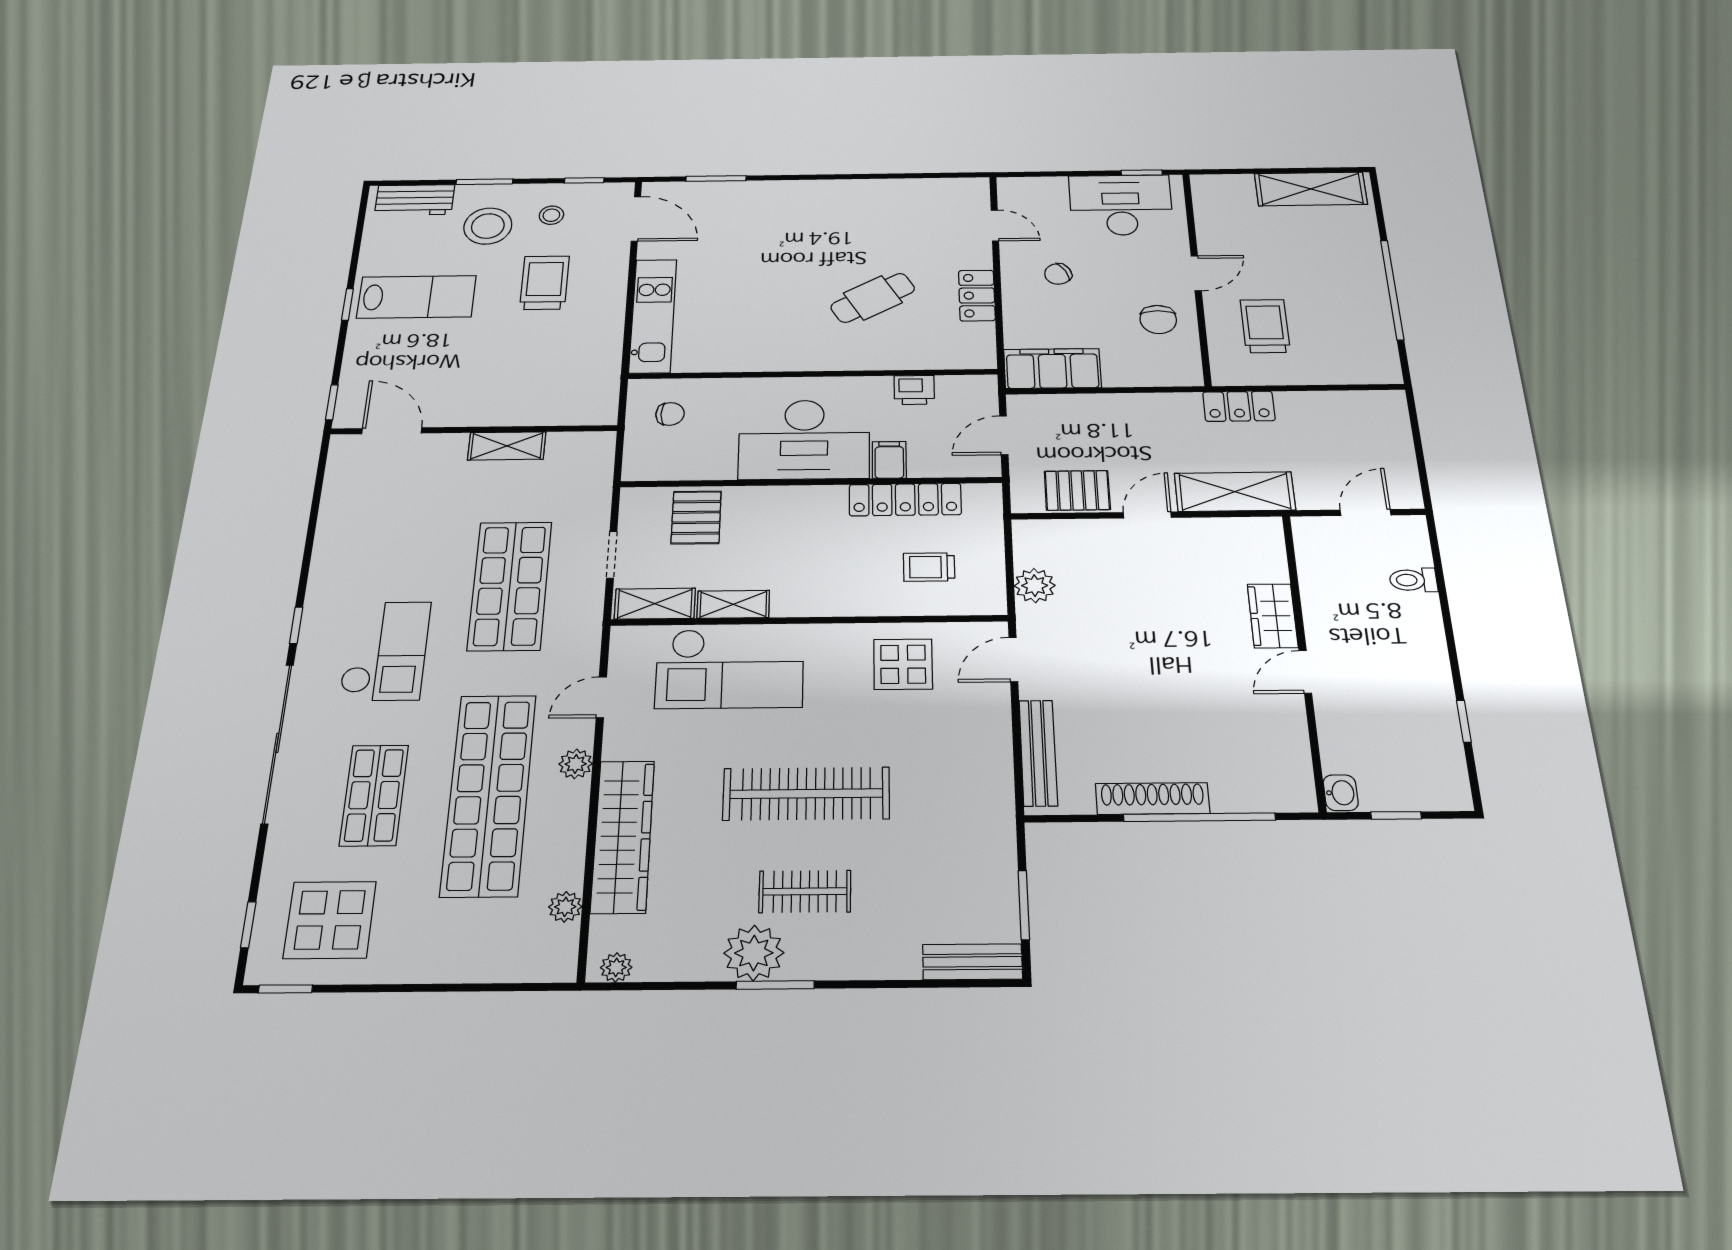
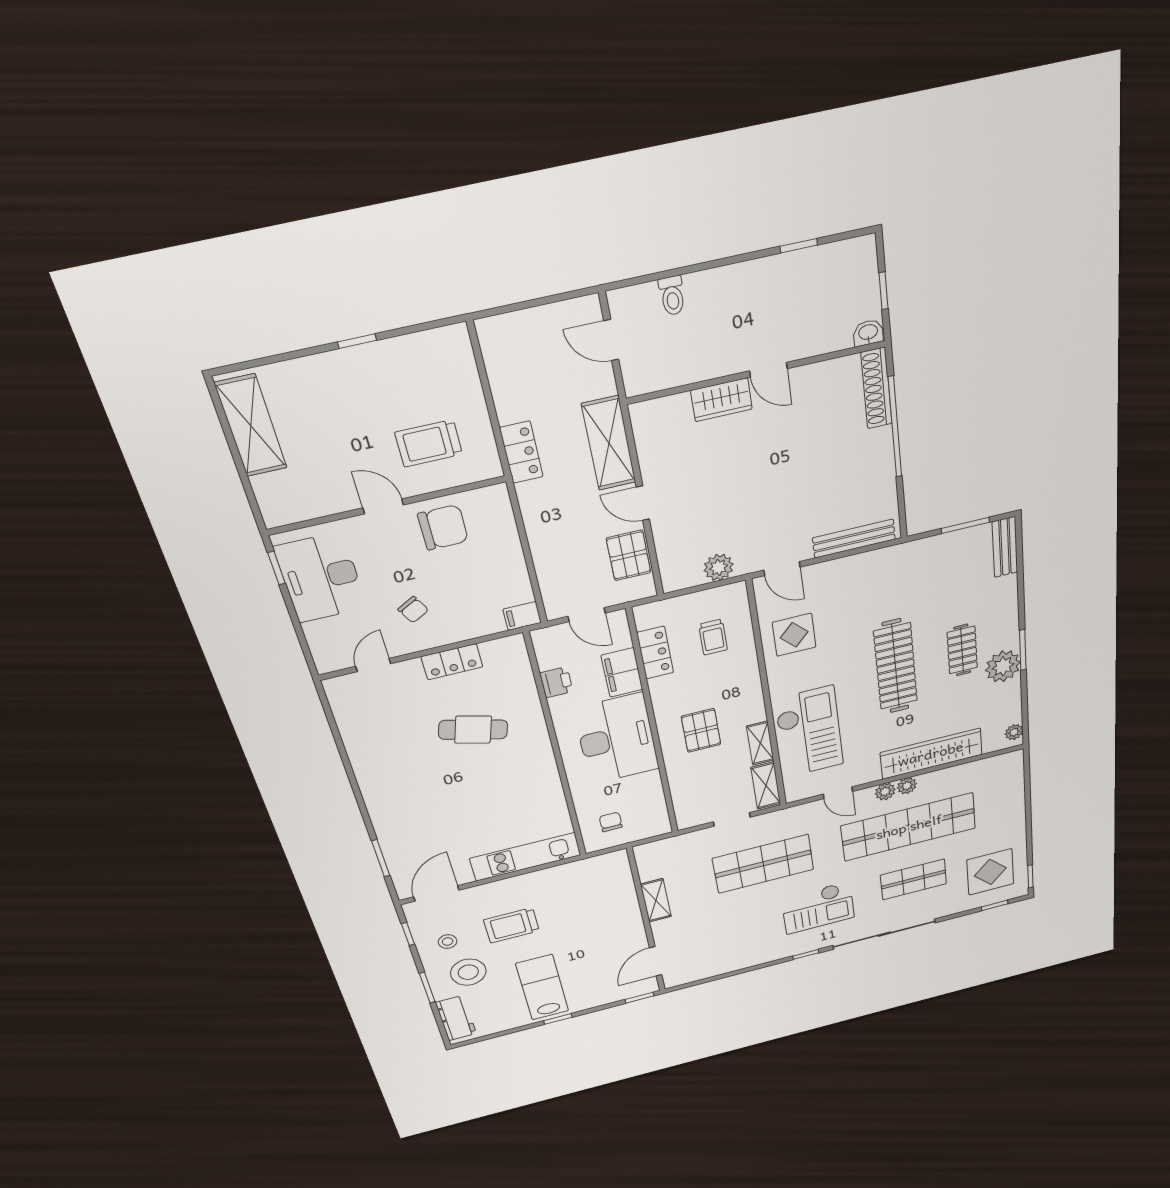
window: (1392, 290) -> (357, 341), width x0.32
cafe table: (873, 298) -> (473, 730), turned -44
chair: (1158, 319) -> (443, 527), width x1.37, depth x1.37
filing cabinet: (1052, 368) -> (522, 616), width x0.33, depth x0.86
filing cabinet: (889, 460) -> (622, 672), width x2.00
locker: (905, 500) -> (655, 653), width x0.66
pallet: (696, 517) -> (701, 730), moved, turned 90
checkout: (385, 651) -> (818, 908), turned 180
shoe rack: (1152, 799) -> (876, 388), moved
plant: (565, 907) -> (907, 786), moved

